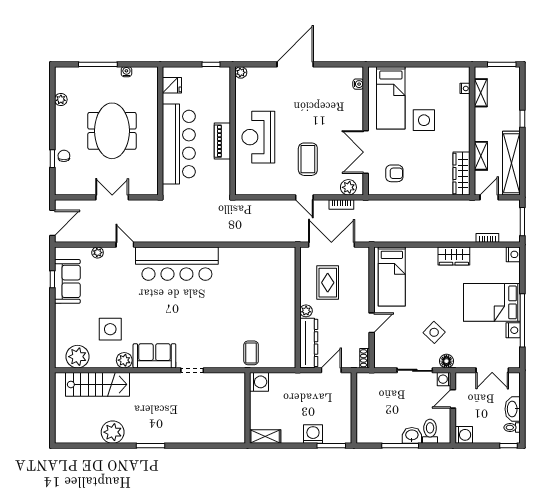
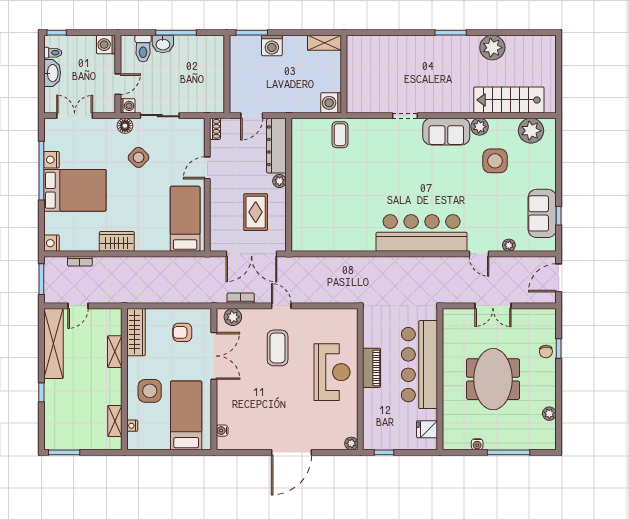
nightstand: (465, 88) -> (132, 426), moved
shelving: (481, 93) -> (115, 421), moved
wall: (472, 131) -> (124, 379), moved
shelving: (481, 156) -> (115, 352), moved
wardrobe: (462, 174) -> (136, 332), moved

